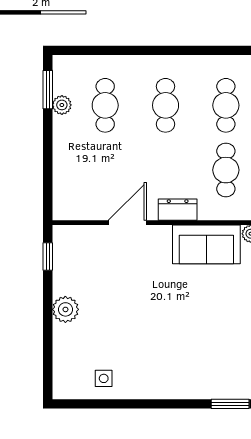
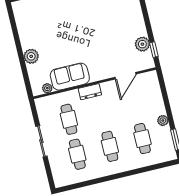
plant: (62, 105) -> (163, 121), moved
door: (127, 223) -> (125, 76), moved
plant: (65, 309) -> (142, 44), moved

